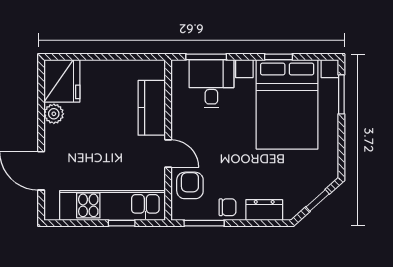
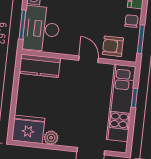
desk: (211, 84) -> (41, 29), width x1.37
kitchen counter: (152, 108) -> (40, 66), moved
door: (168, 154) -> (88, 59), hinge flipped

